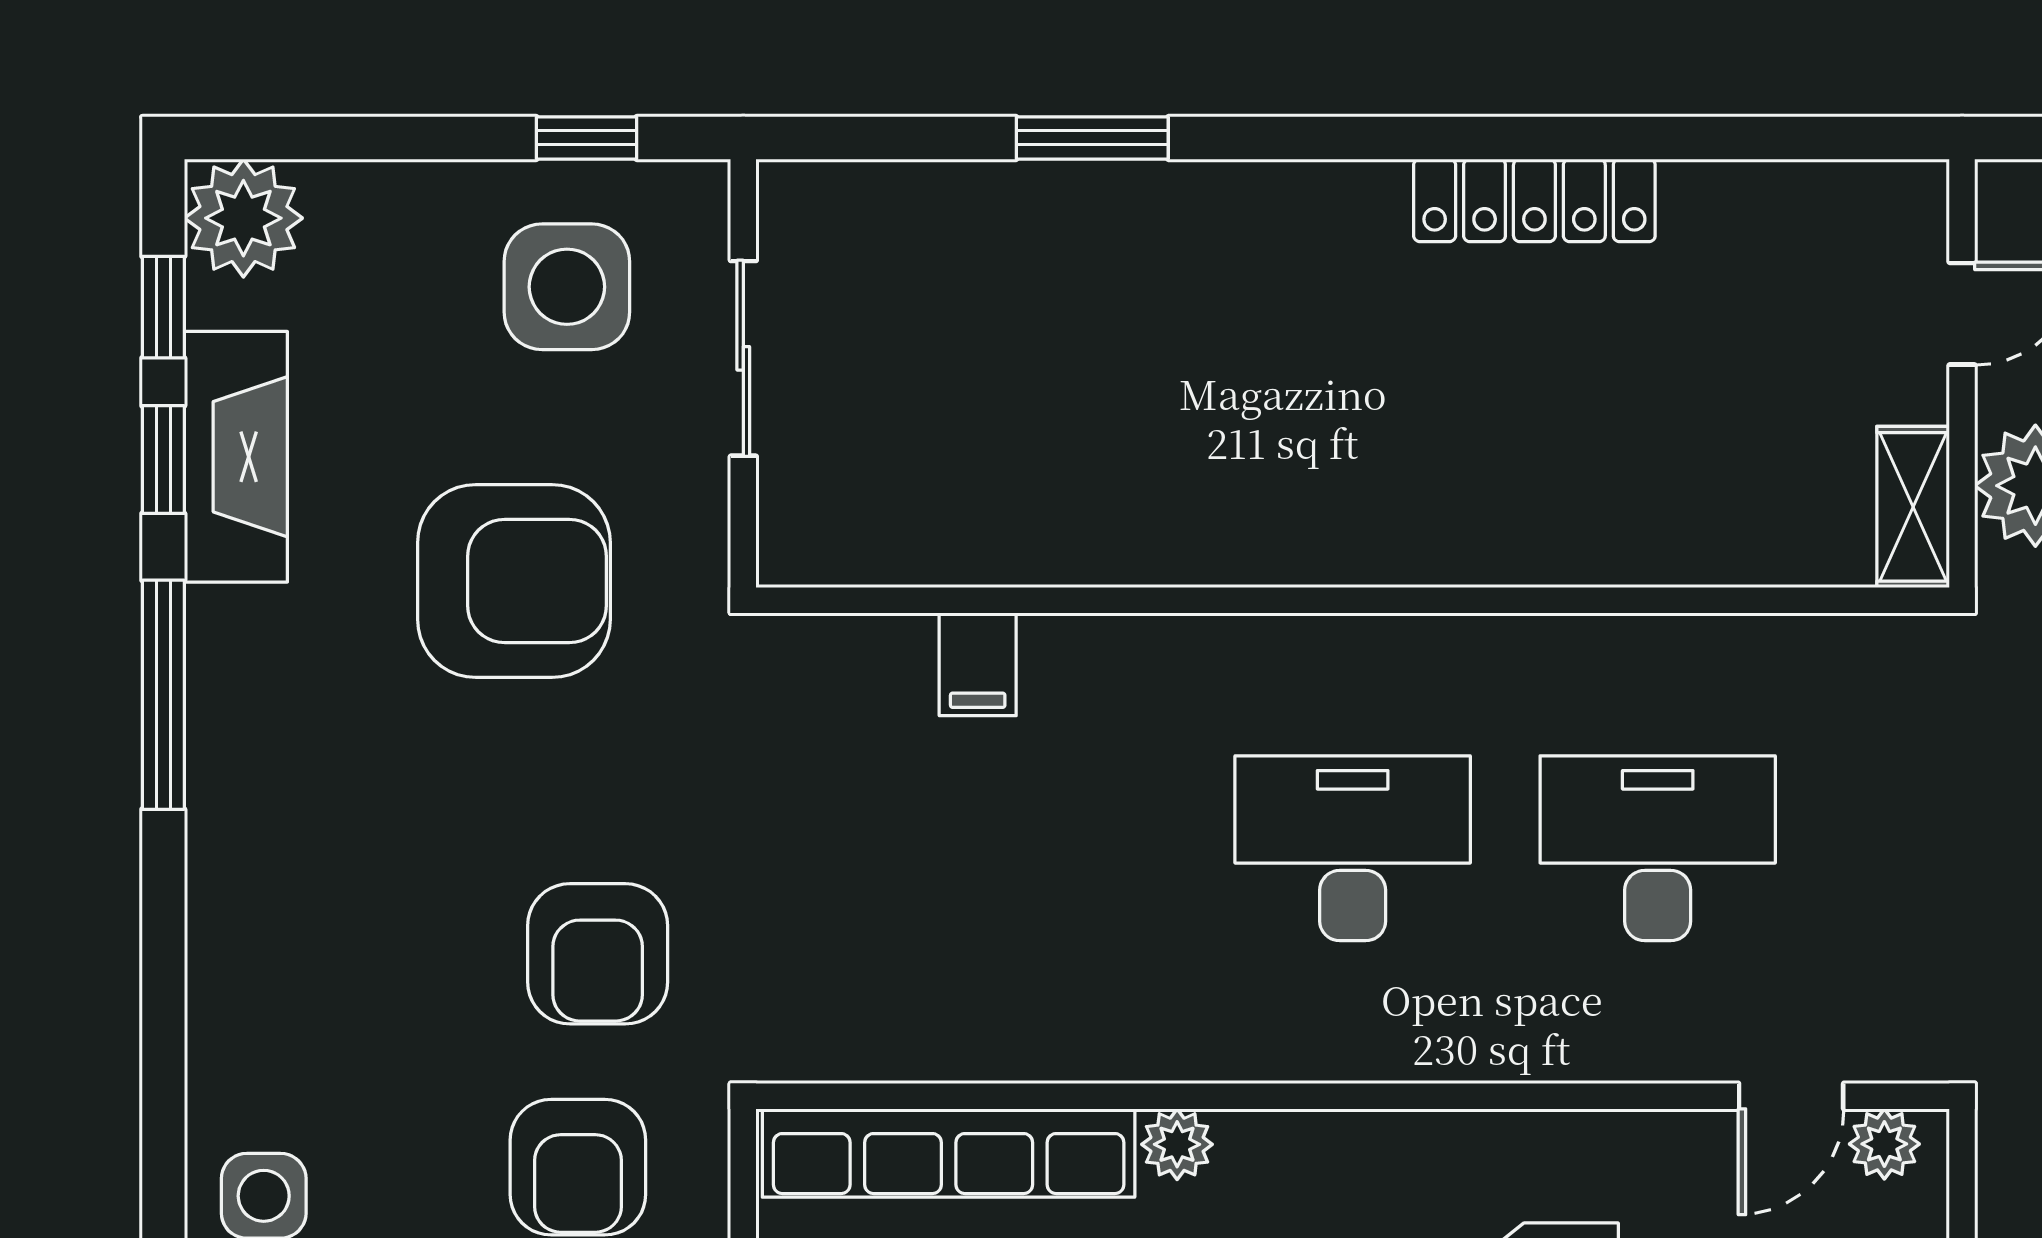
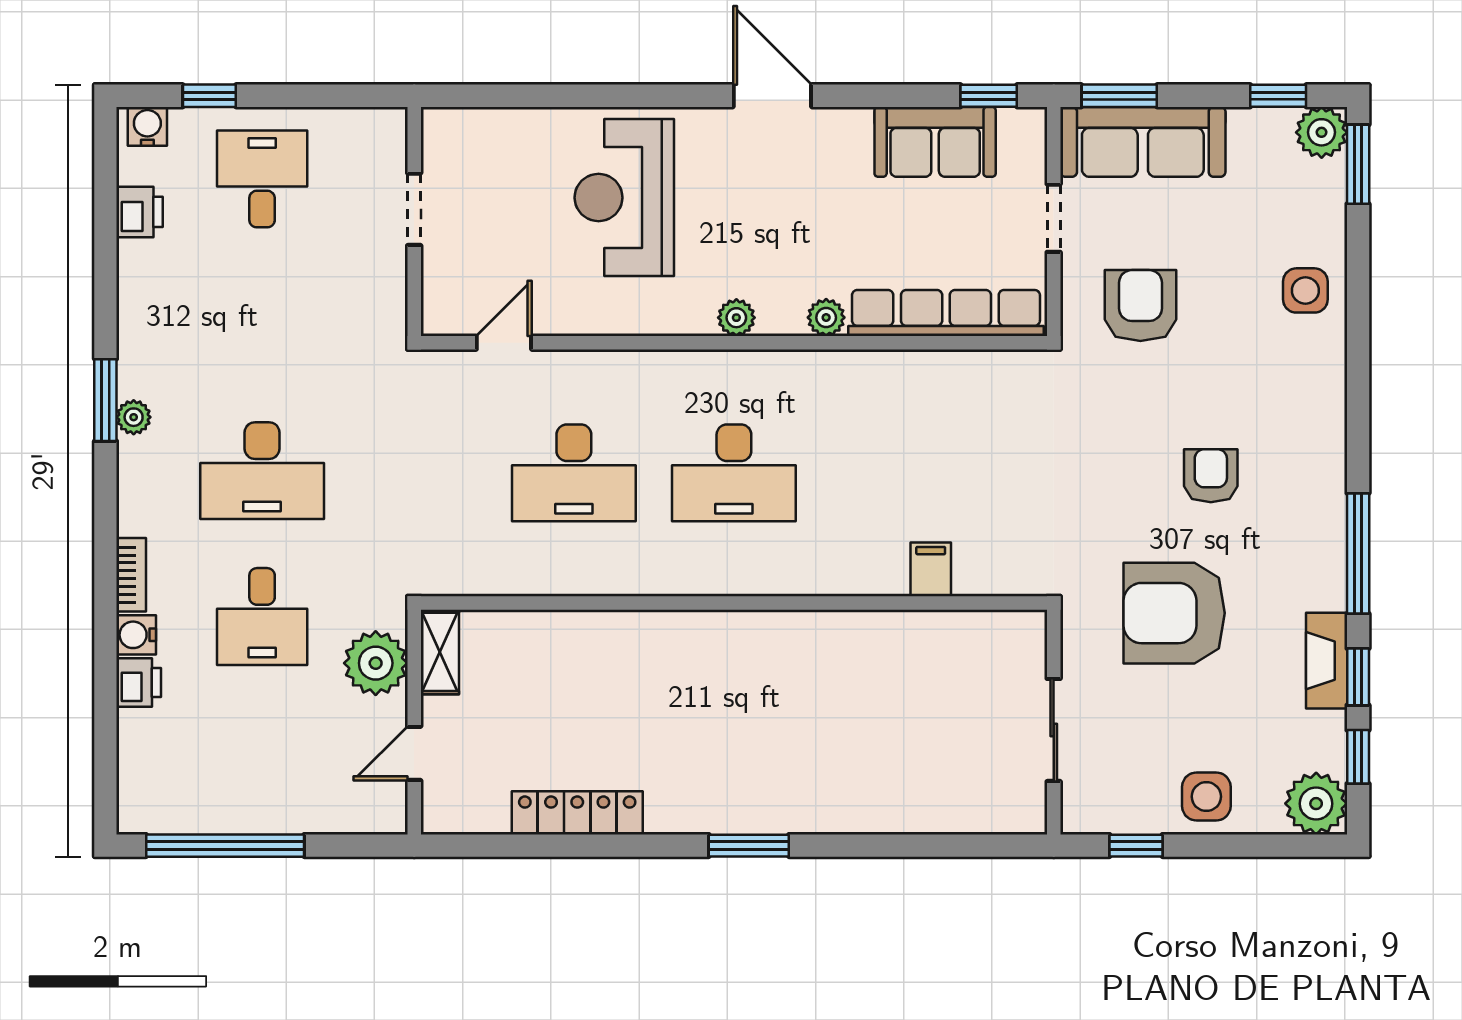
window: (1092, 138) -> (749, 846), moved
locker: (1534, 200) -> (577, 813), moved
side table: (567, 287) -> (1206, 797), moved, width x0.73, depth x0.73
fireplace: (236, 457) -> (1327, 661), width x0.73, depth x0.76
armchair: (598, 954) -> (1211, 476), moved, width x0.72, depth x0.72
plant: (1884, 1144) -> (736, 318), moved

